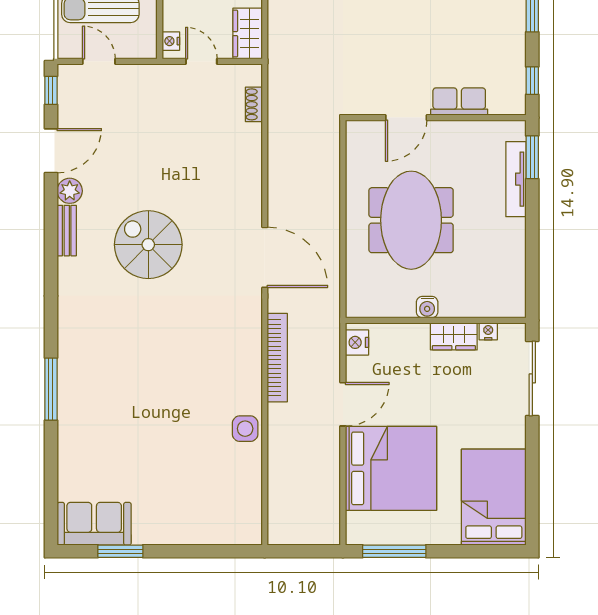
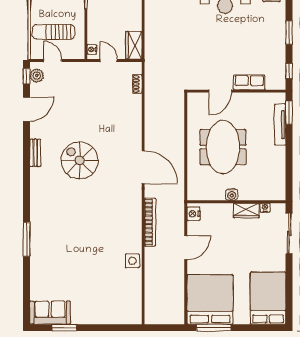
plant: (70, 191) -> (37, 76), moved
bed: (391, 468) -> (210, 299), moved, turned -90

